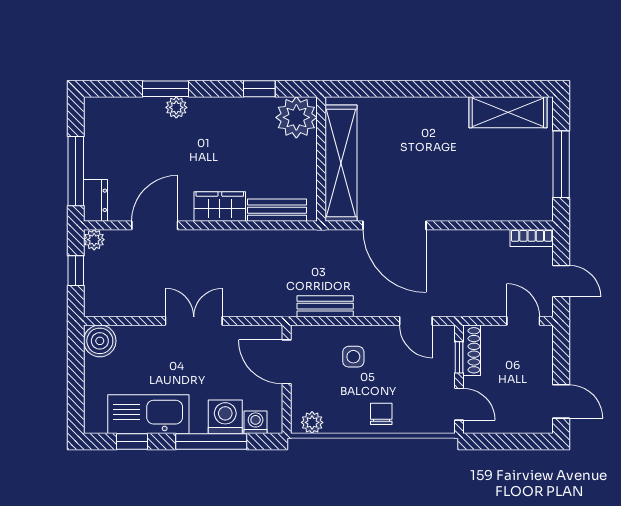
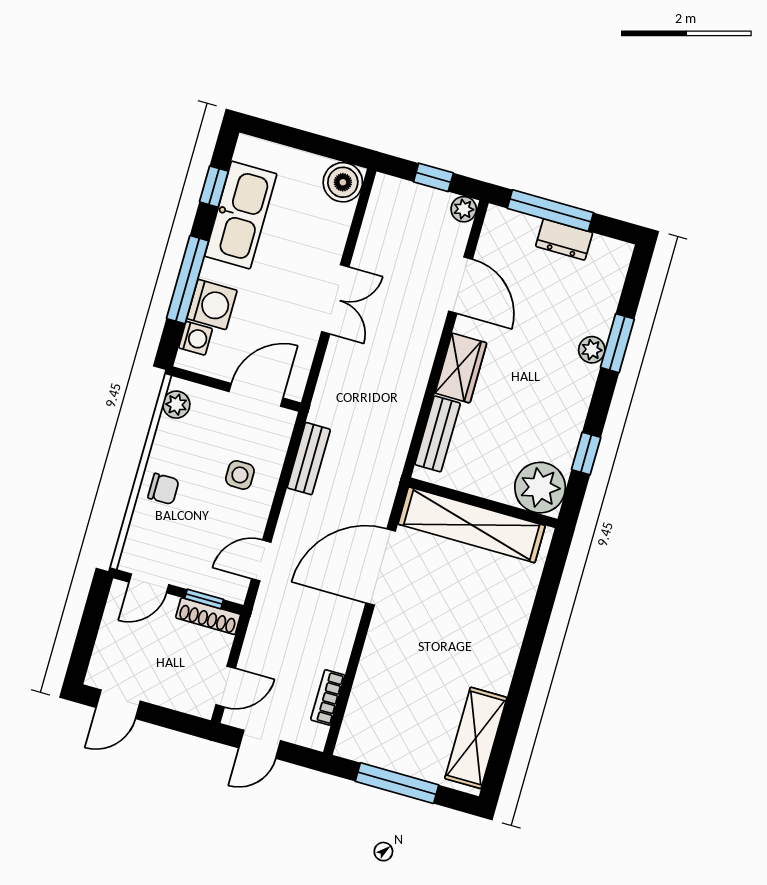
dresser: (96, 200) -> (564, 239), moved
bookcase: (532, 238) -> (328, 698), moved

